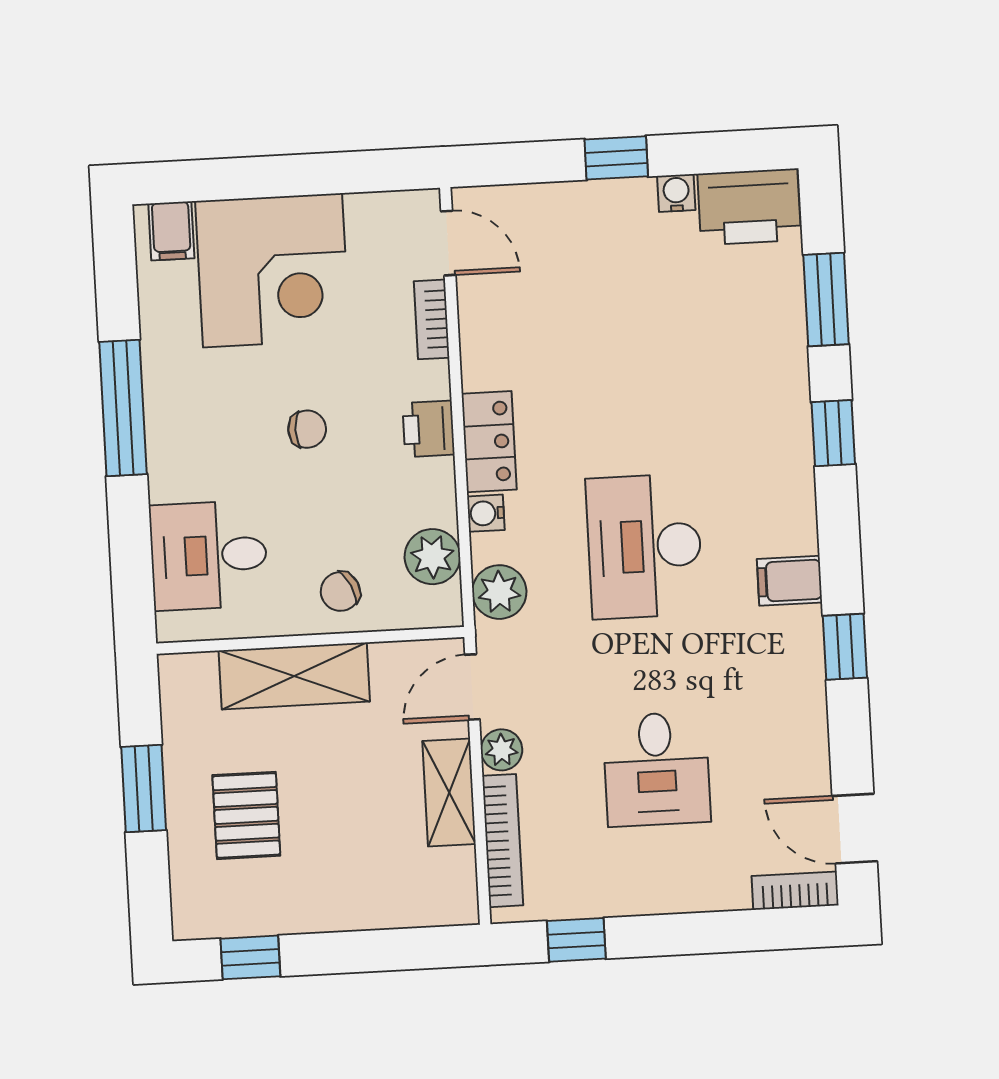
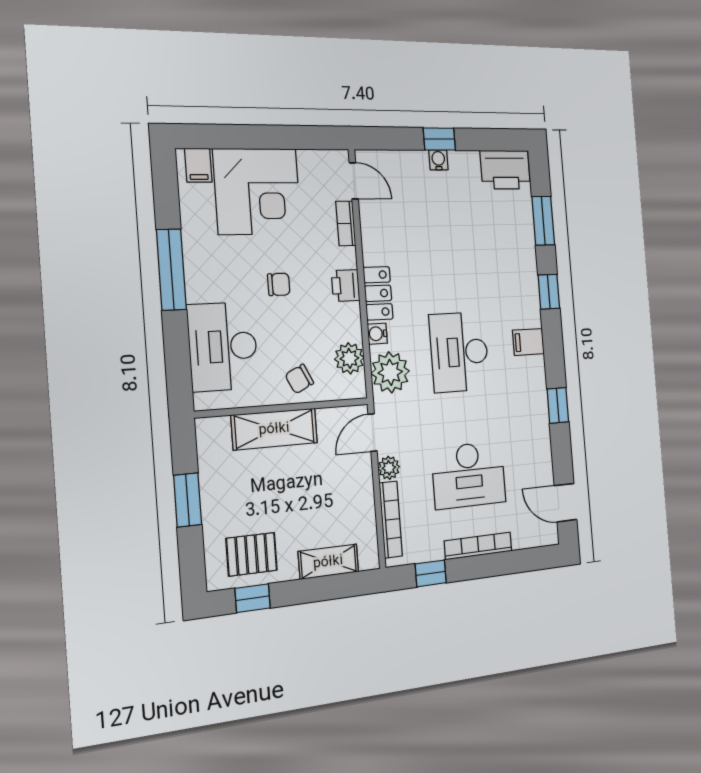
water cooler: (676, 193) -> (438, 160), moved
desk: (209, 555) -> (223, 347), width x1.37
filing cabinet: (790, 581) -> (528, 342), moved
plant: (499, 592) -> (390, 372), width x1.36, depth x1.36
desk: (657, 769) -> (469, 475), width x1.37
shelving: (449, 793) -> (328, 562), moved, turned 90
pallet: (246, 815) -> (252, 554), moved, turned 90
bookcase: (795, 891) -> (478, 546), moved, width x1.56

